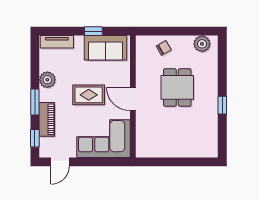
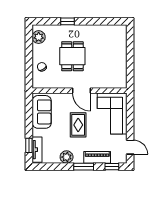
window: (93, 31) -> (29, 145), moved
dining table: (177, 87) -> (72, 56), turned 90
door: (133, 99) -> (82, 91), hinge flipped
window: (222, 105) -> (68, 21), moved

